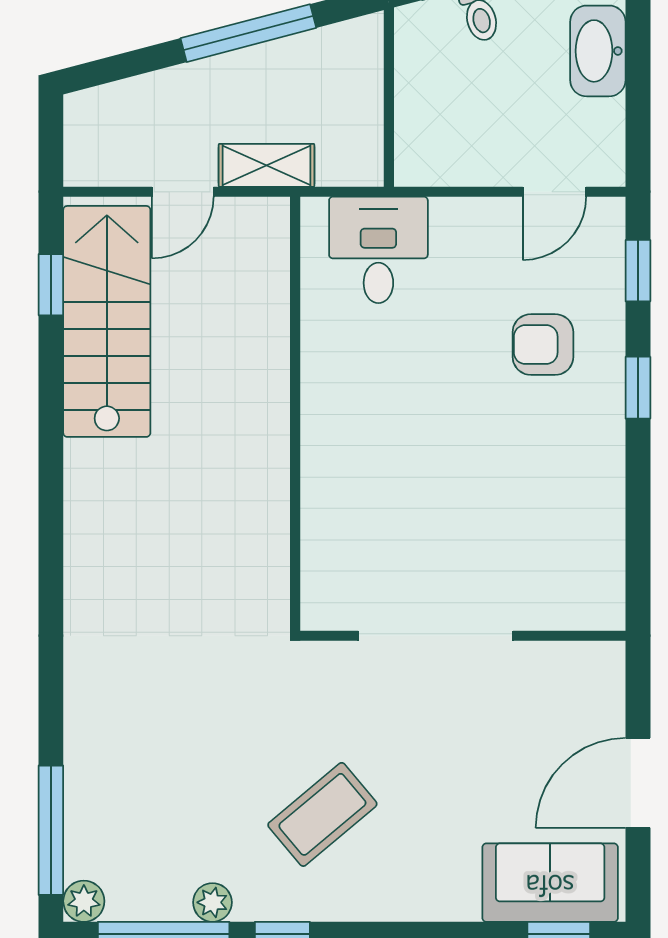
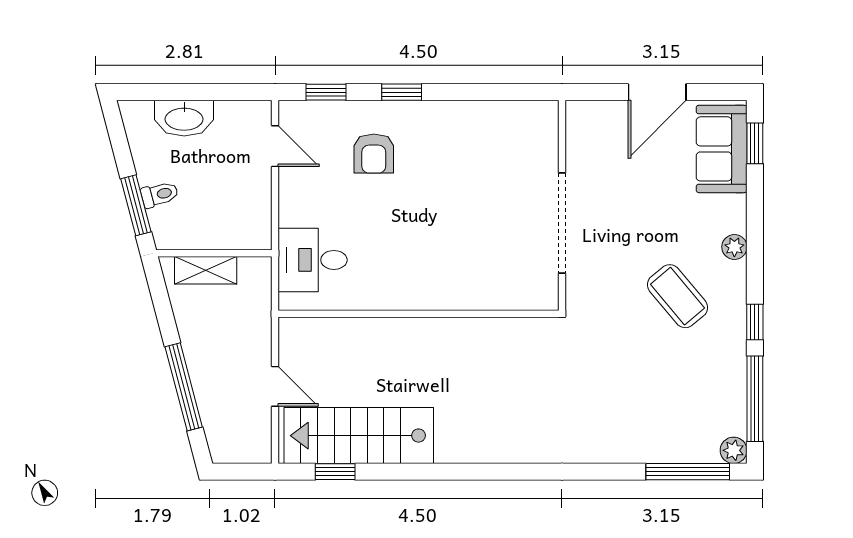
window: (248, 33) -> (184, 387), moved
shelving: (267, 165) -> (206, 270), moved, turned 90
door: (638, 783) -> (657, 92), hinge flipped
plant: (212, 902) -> (734, 247), moved

